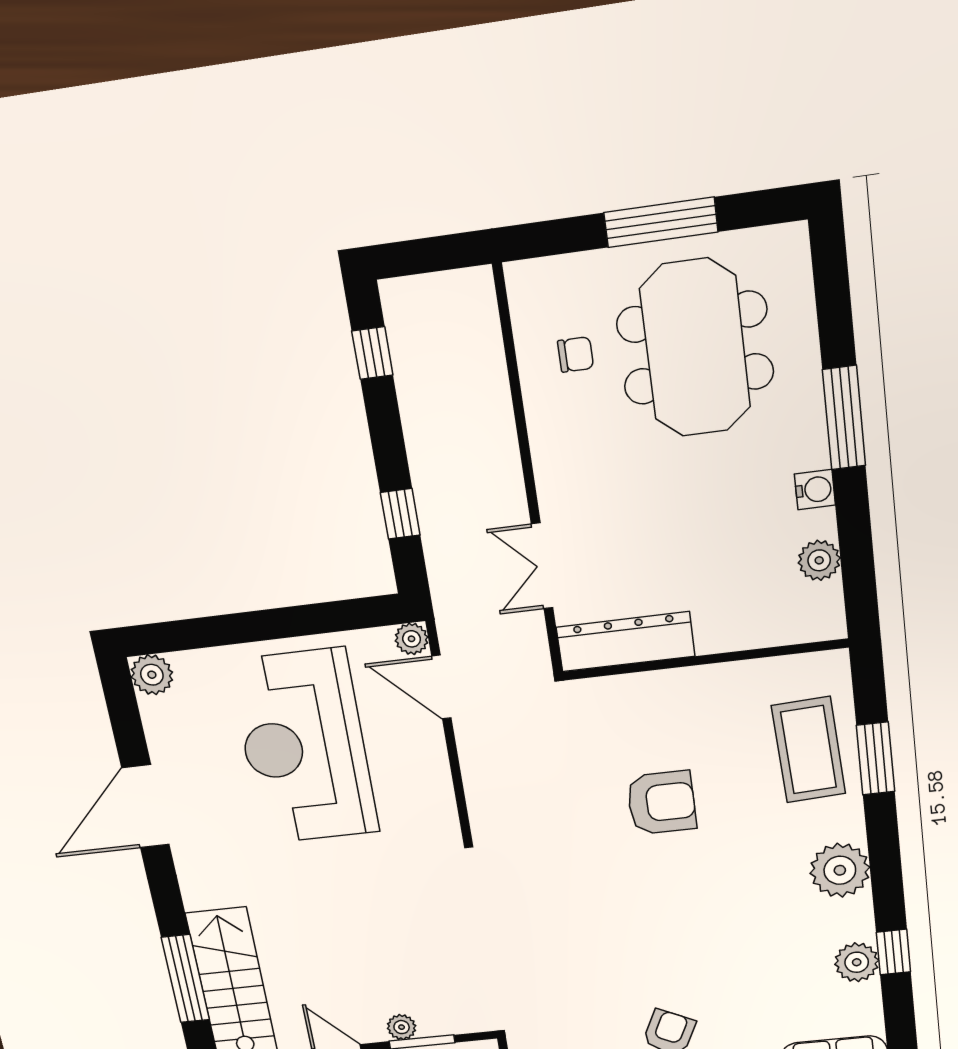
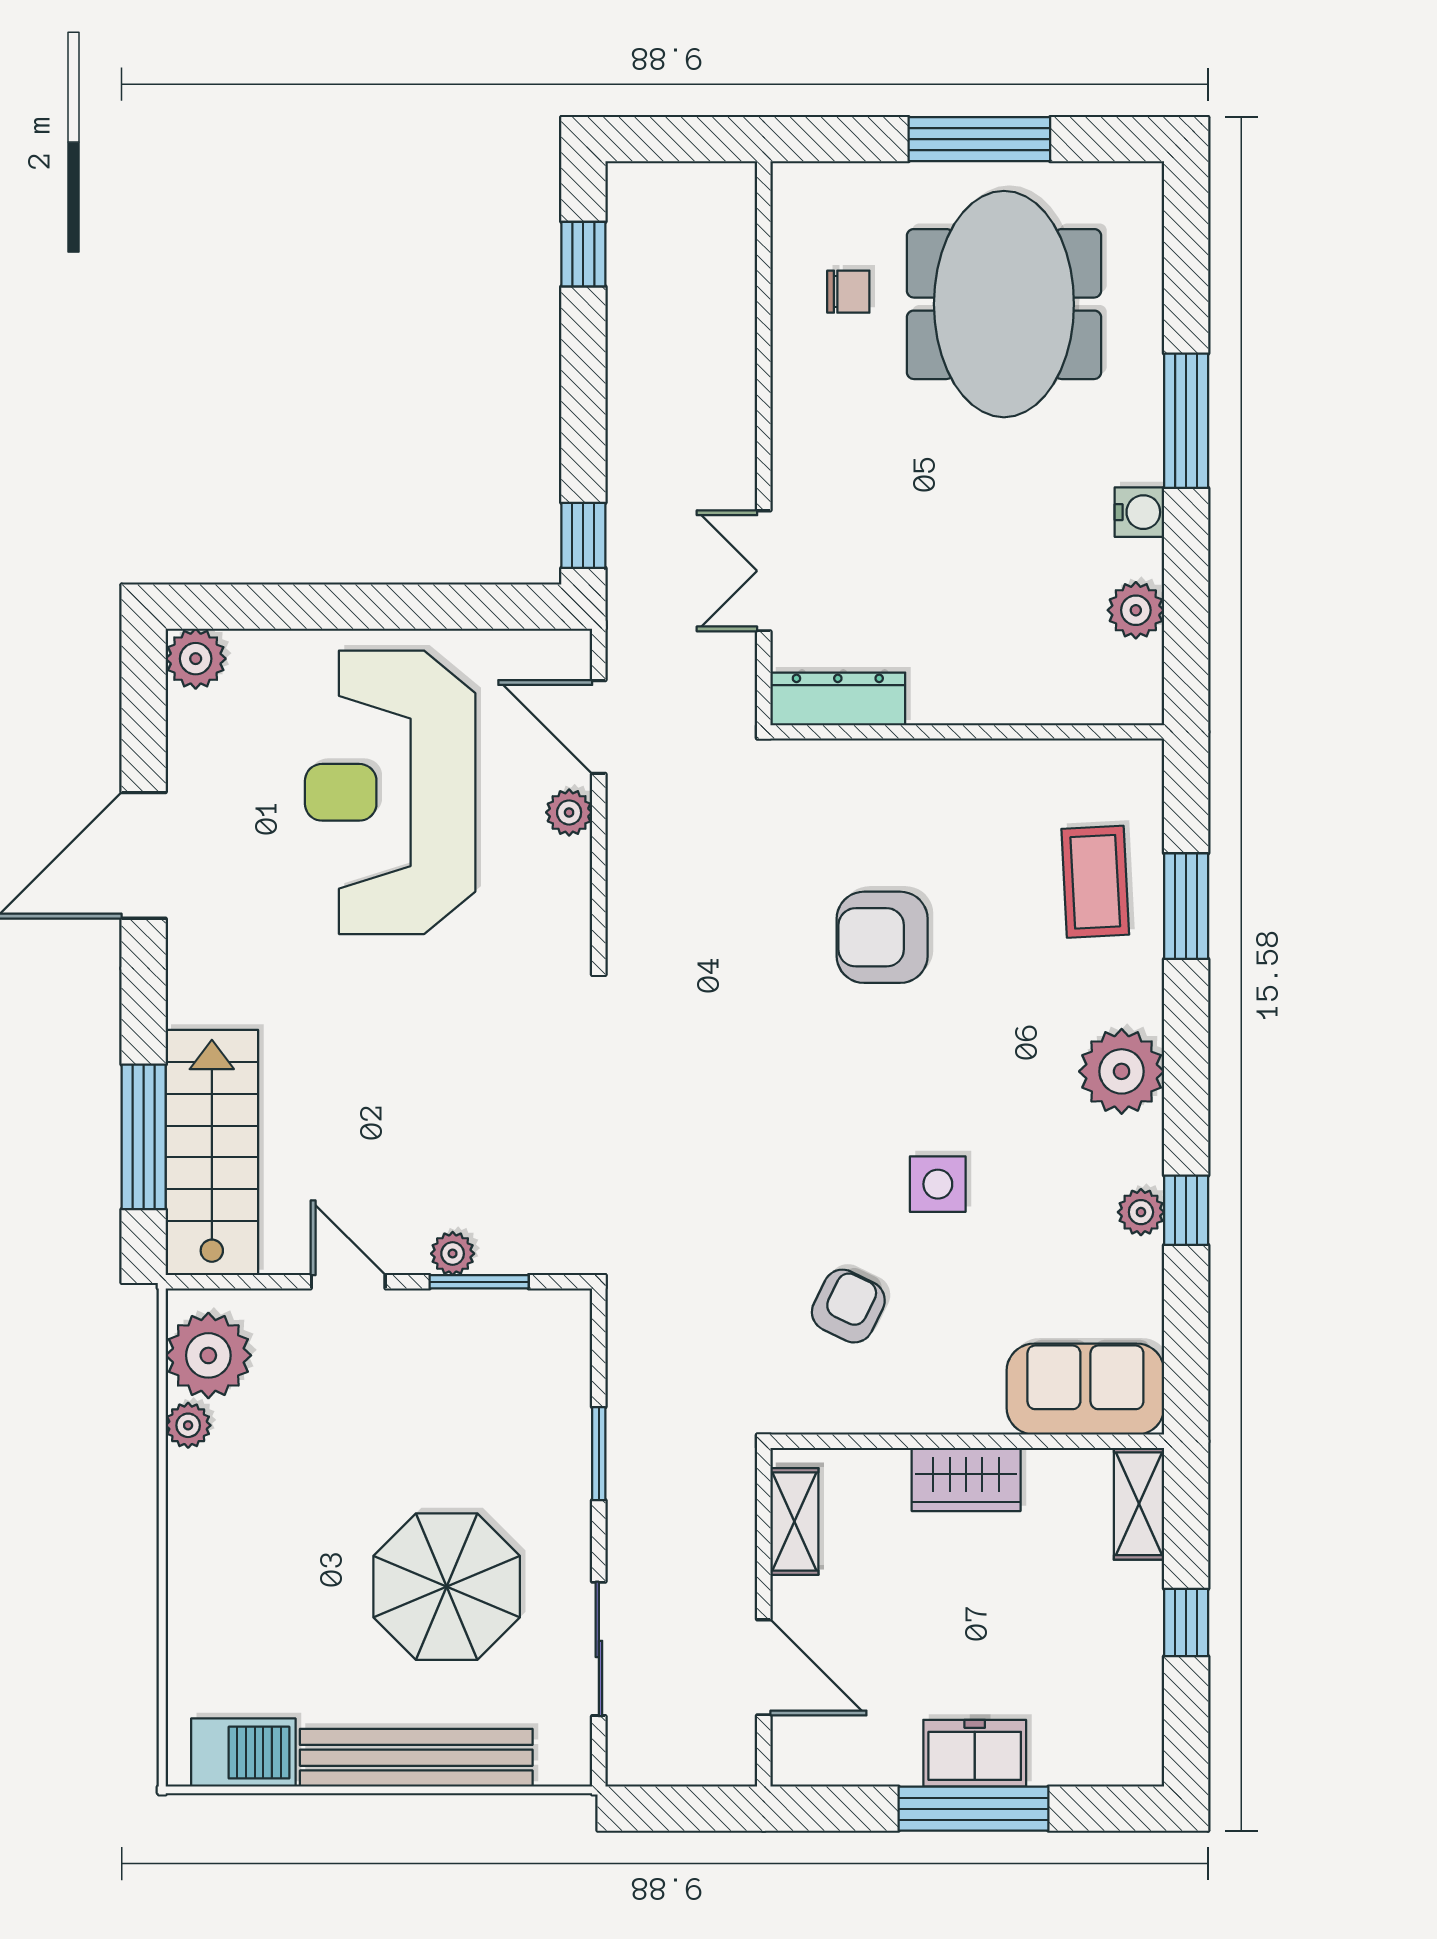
window: (400, 514) -> (583, 535), moved
plant: (412, 639) -> (569, 812), moved
dresser: (626, 642) -> (838, 699), width x0.73, depth x0.80
coffee table: (809, 750) -> (1095, 882), width x0.73, depth x0.76
armchair: (661, 803) -> (882, 937), turned 180
side table: (720, 953) -> (938, 1184), added
plant: (857, 962) -> (1141, 1212), width x0.73, depth x0.73

